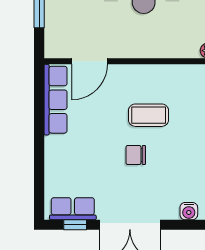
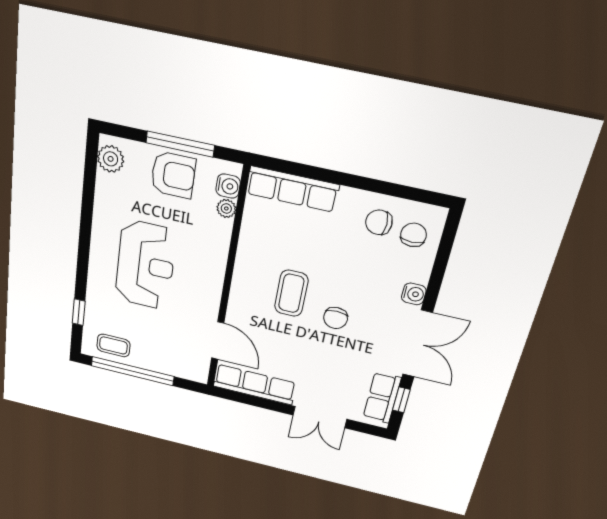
double door: (39, 161) -> (320, 417), added
water cooler: (189, 211) -> (414, 294), moved

